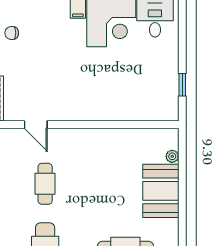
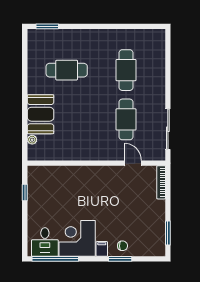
chair: (12, 33) -> (123, 246), moved
cafe table: (45, 184) -> (126, 119), width x1.37, depth x1.35

